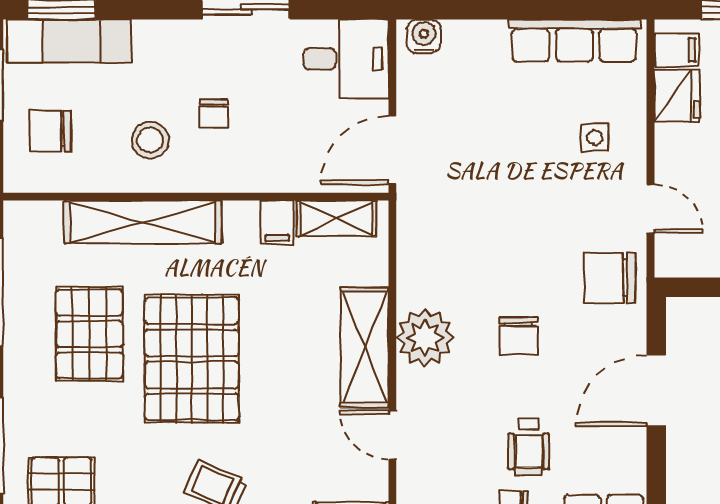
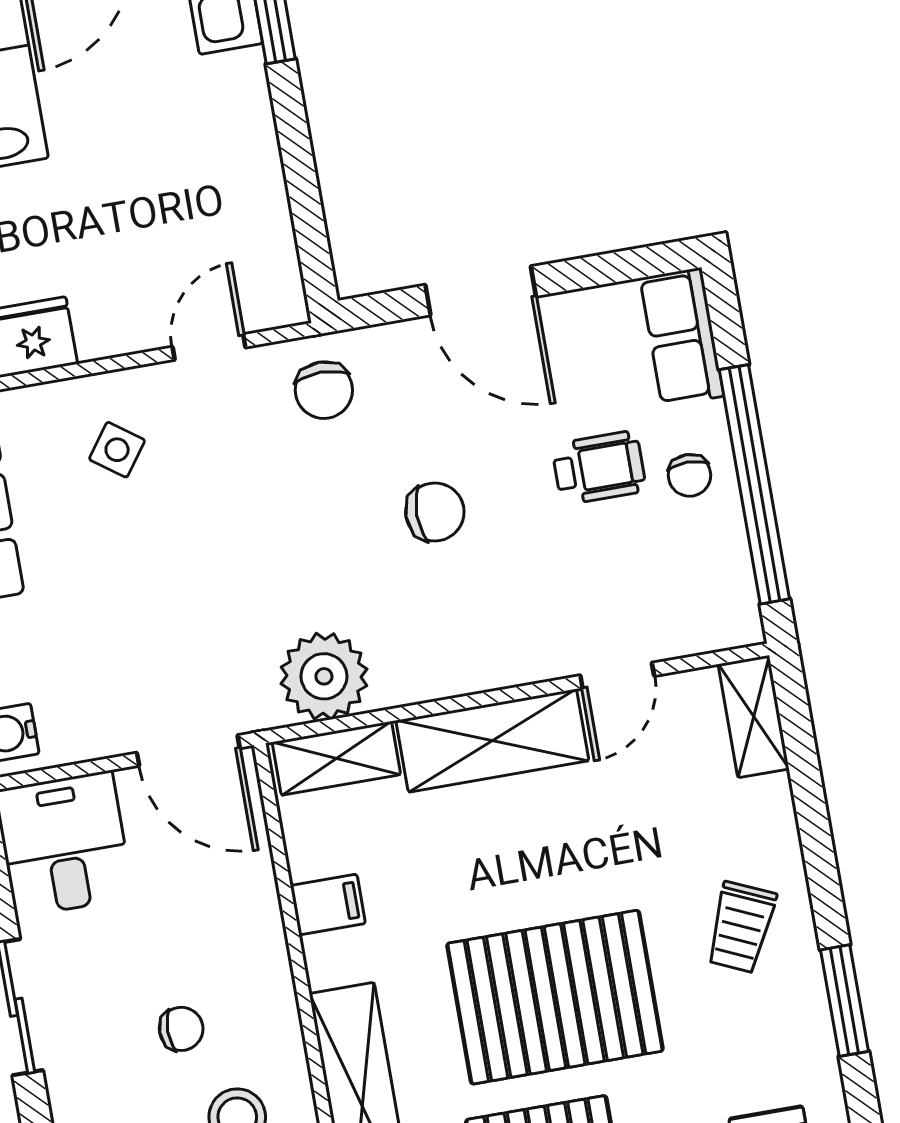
side table: (595, 138) -> (117, 450), turned 36
shelving: (336, 218) -> (336, 758), moved, turned 90
chair: (610, 278) -> (324, 390), width x0.73, depth x0.73
plant: (425, 338) -> (324, 676), moved

